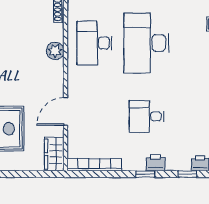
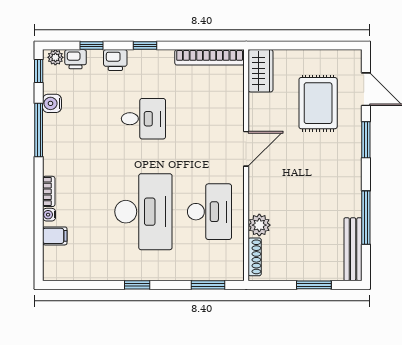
plant: (55, 51) -> (259, 225), moved
door: (66, 111) -> (246, 149), moved
printer: (156, 163) -> (115, 60), moved

